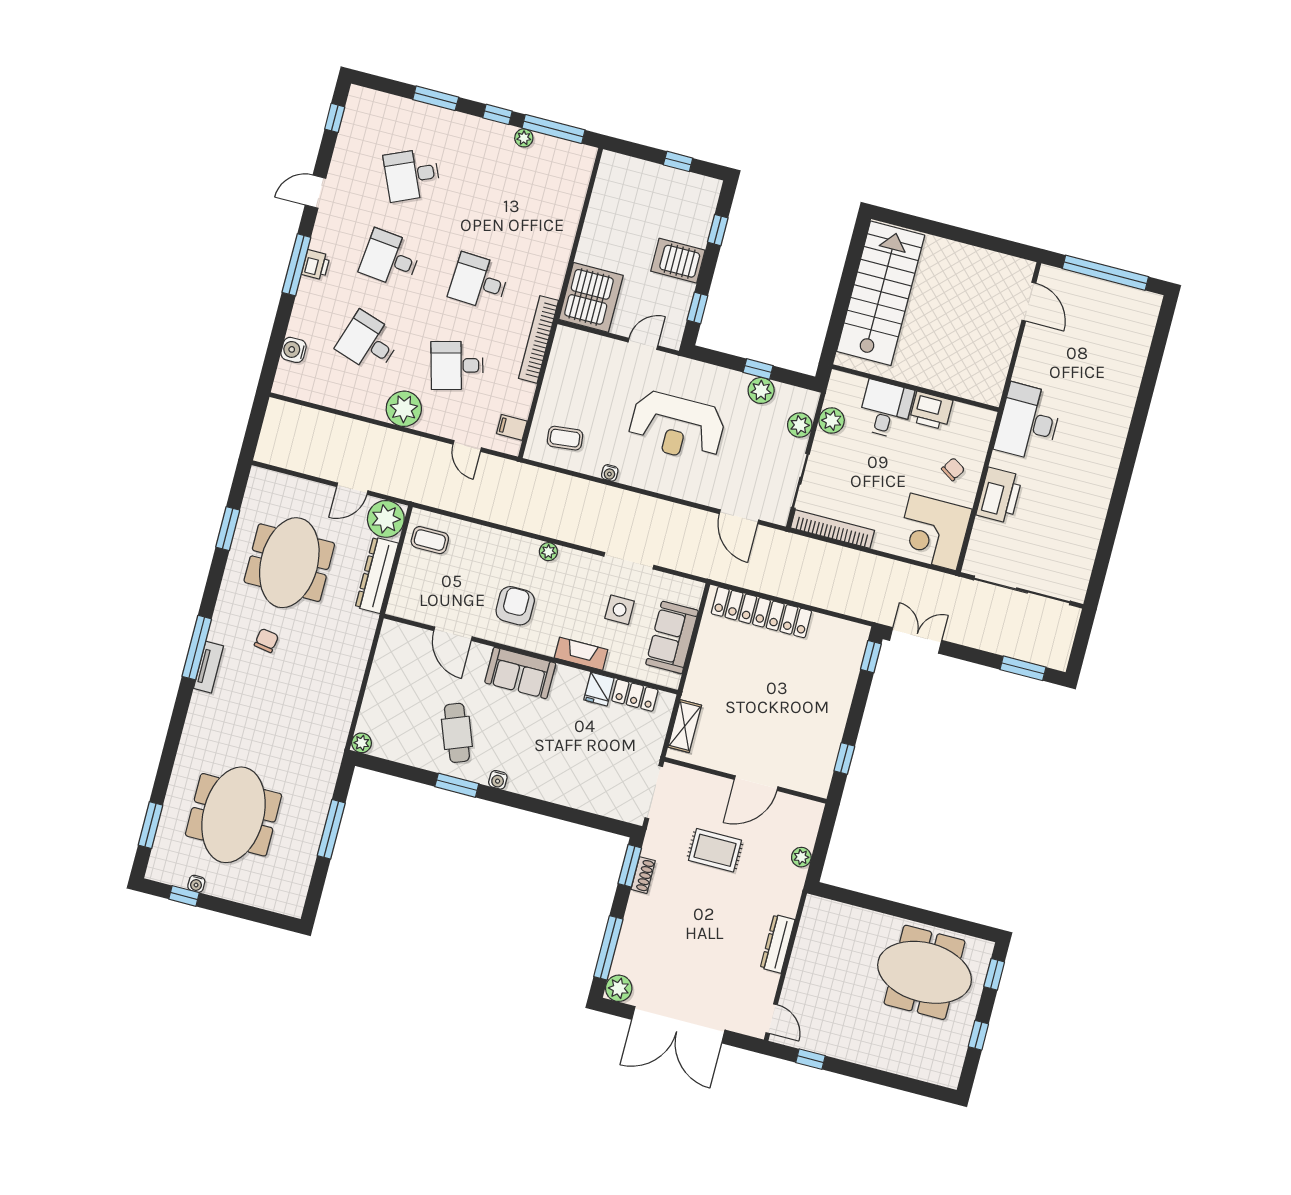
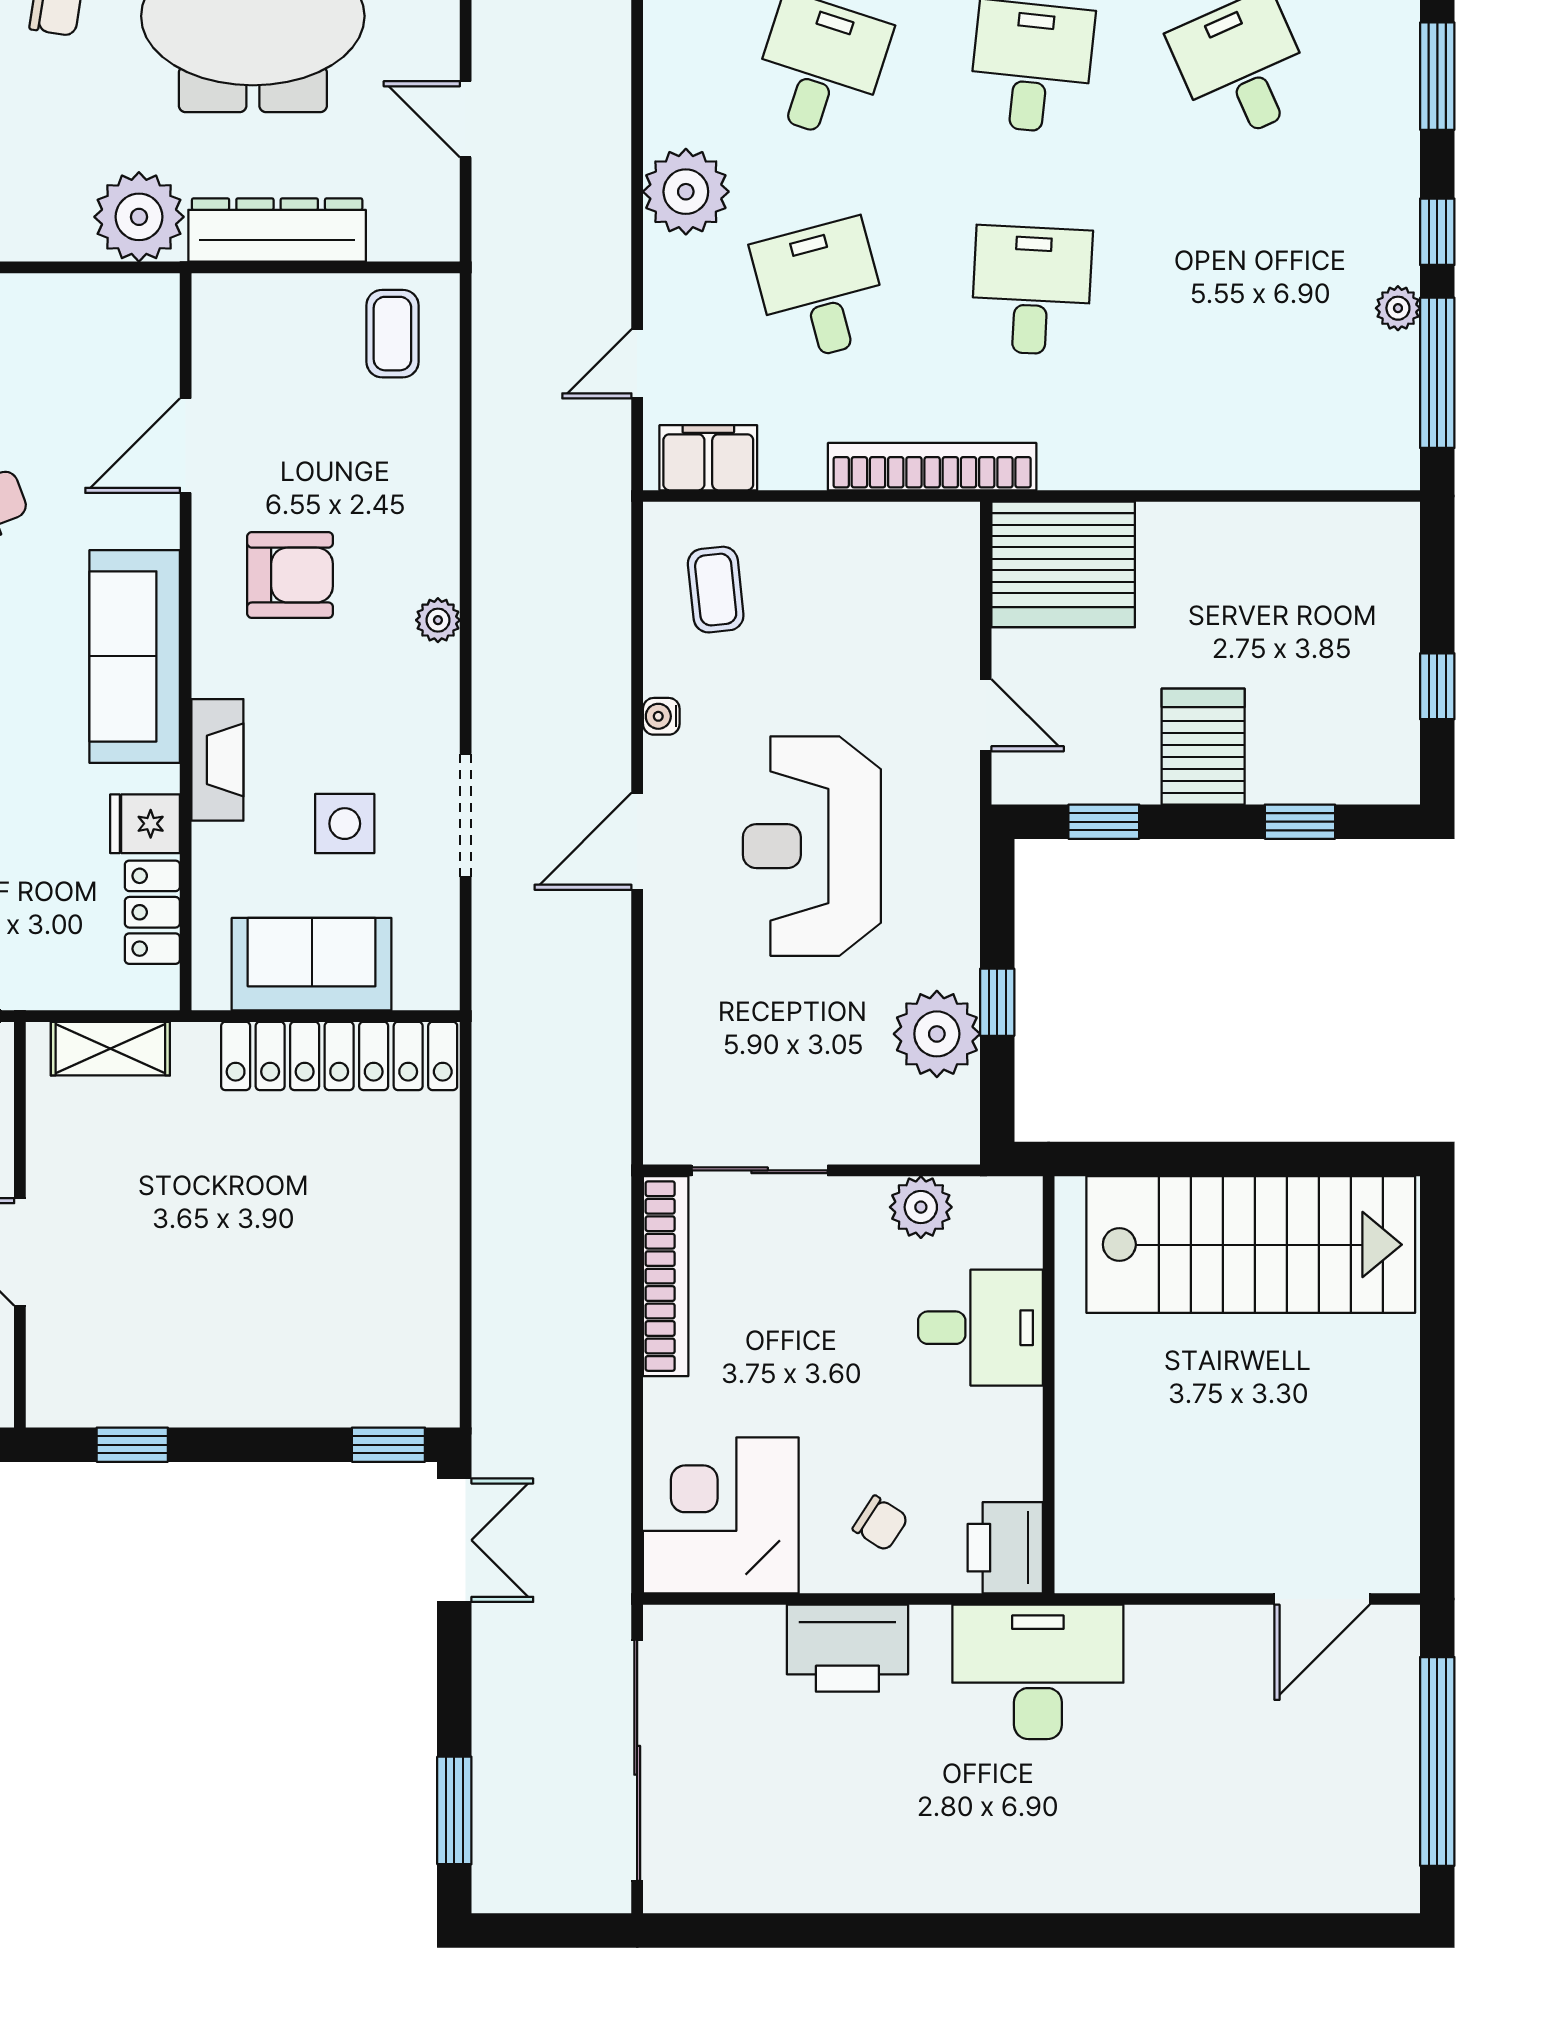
plant: (761, 390) -> (937, 1034), width x1.36, depth x1.36
printer: (931, 411) -> (1005, 1548), moved
plant: (800, 425) -> (891, 1135), removed
filing cabinet: (512, 427) -> (708, 458), width x2.00
door: (739, 517) -> (637, 841), moved
plant: (386, 519) -> (139, 217), moved
locker: (761, 612) -> (339, 1056), moved, turned -90
sofa: (520, 673) -> (135, 656), width x1.36

